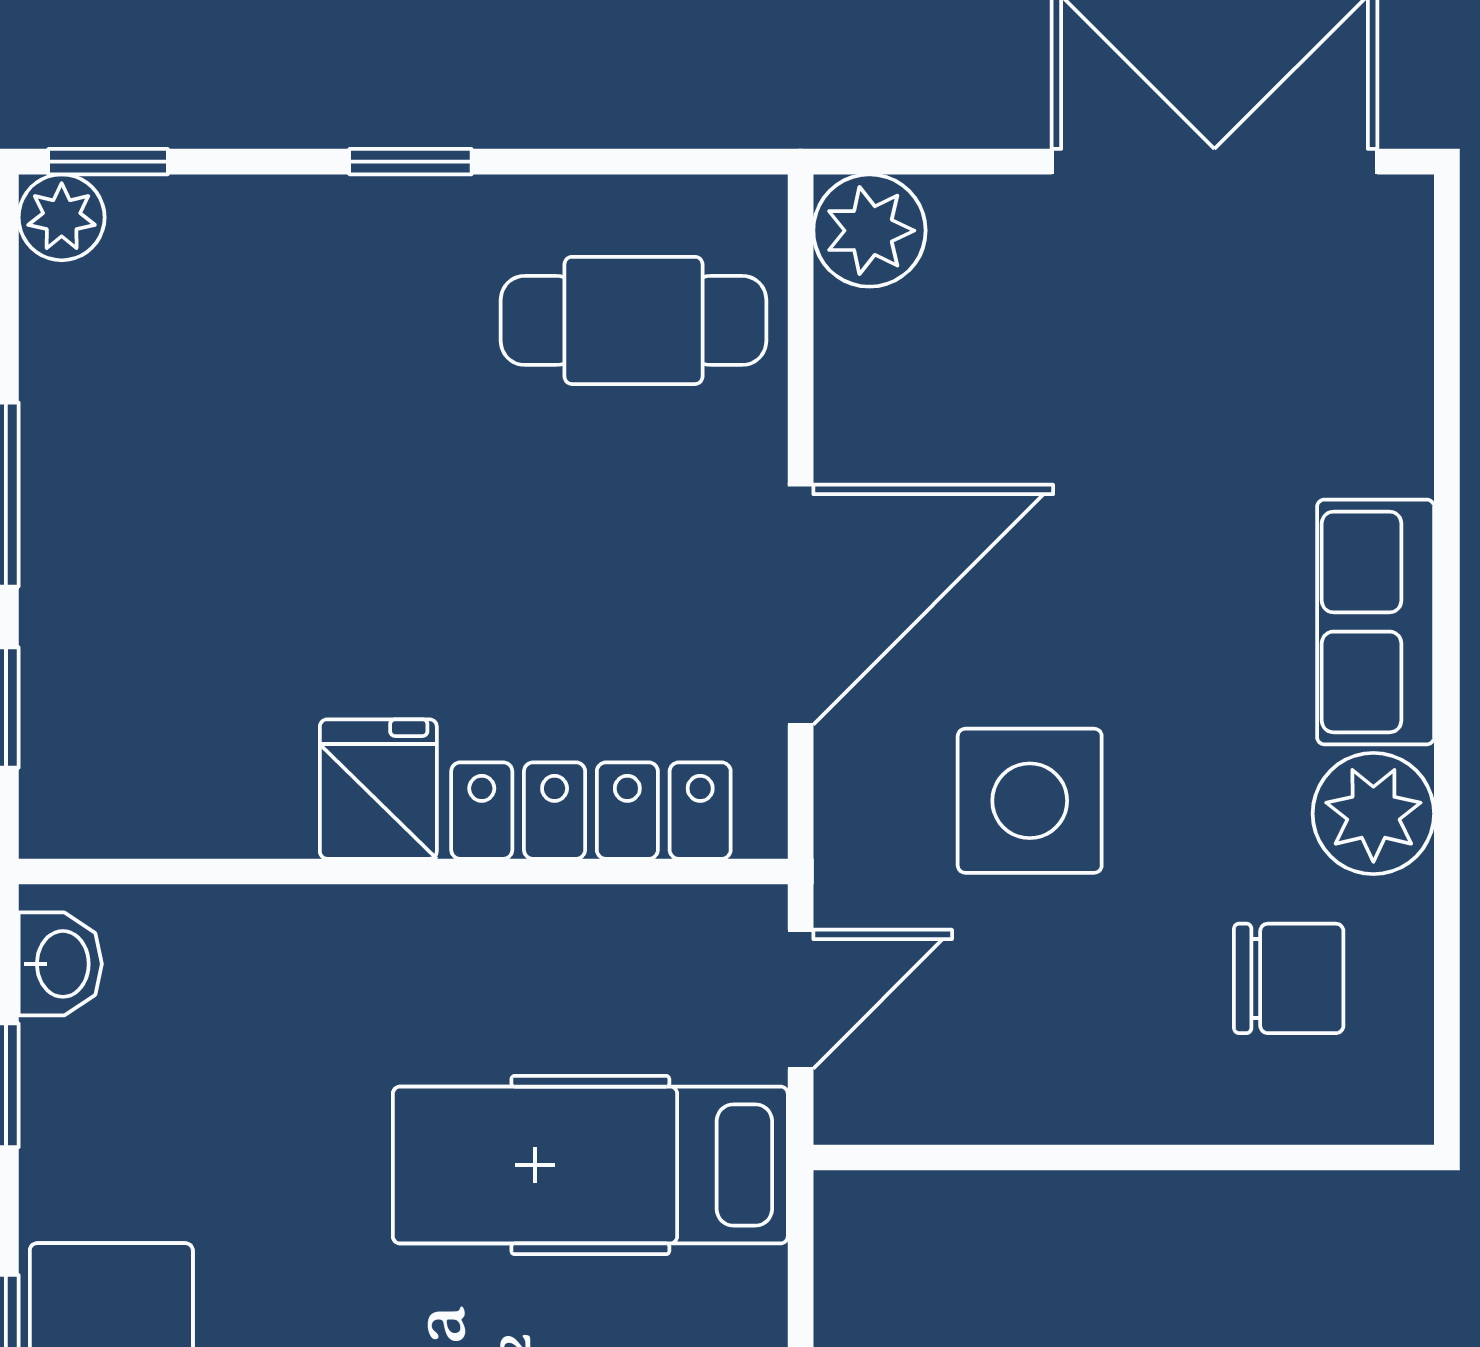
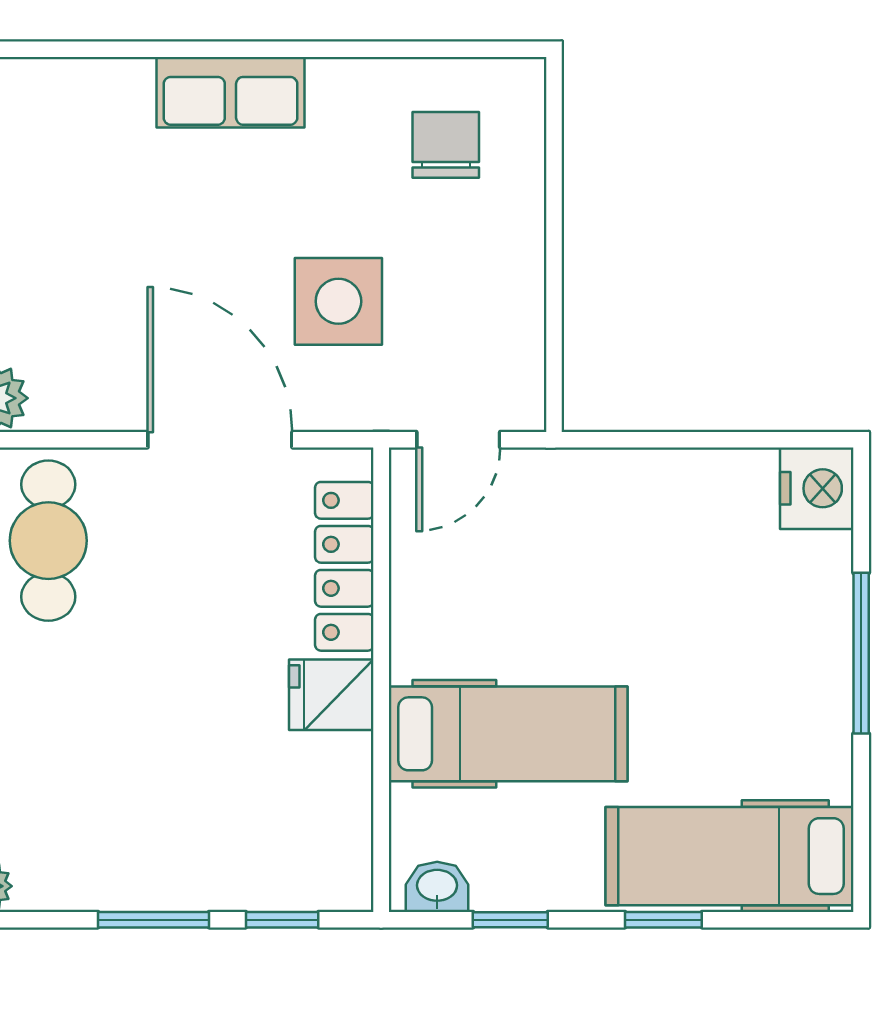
plant: (1373, 814) -> (346, 94), removed
door: (801, 999) -> (458, 440), swing flipped
hospital bed: (590, 1165) -> (508, 734), moved, turned -90

